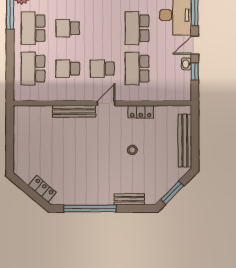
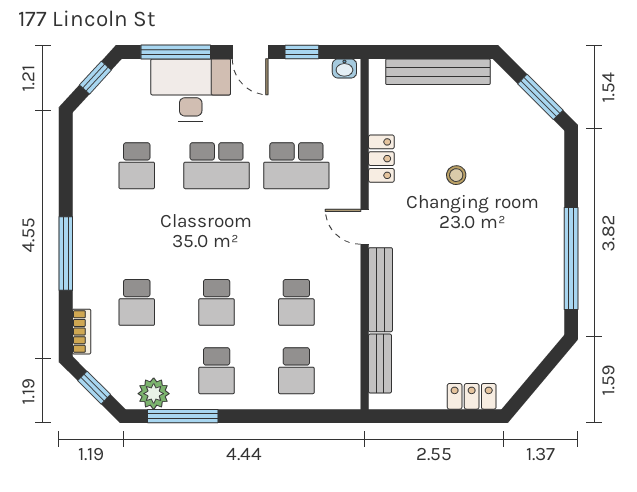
school desk: (33, 28) -> (217, 371), width x0.54
washbasin: (186, 64) -> (344, 68), moved
school desk: (33, 69) -> (296, 371), width x0.54
school desk: (102, 69) -> (296, 234), removed
locker: (42, 189) -> (472, 396), moved, turned 50
bench: (129, 199) -> (380, 364), moved

